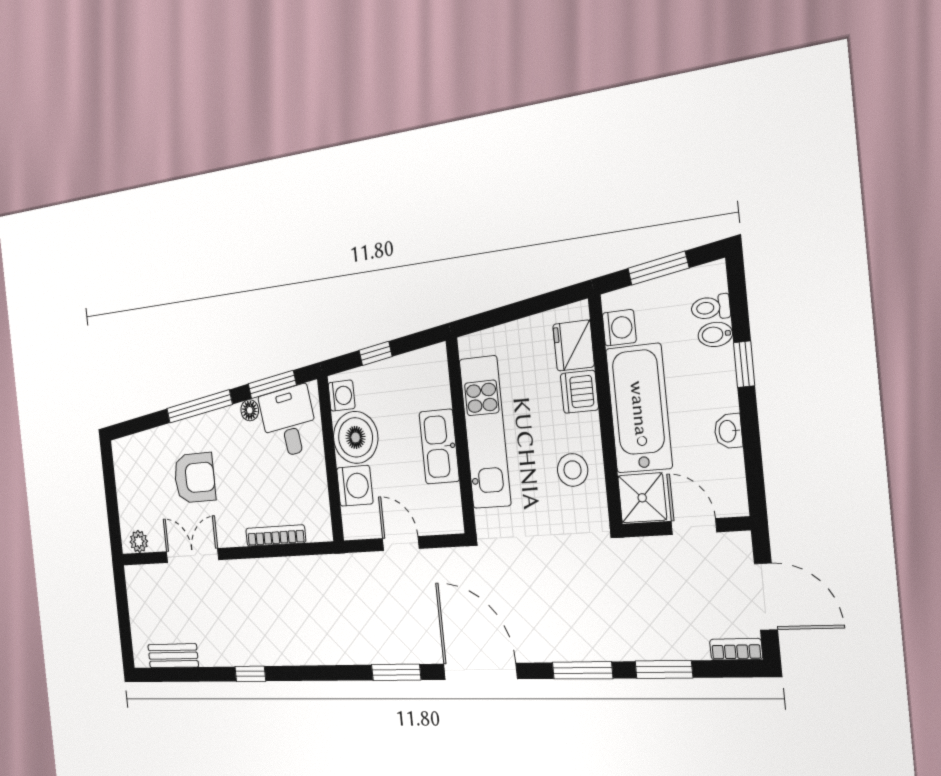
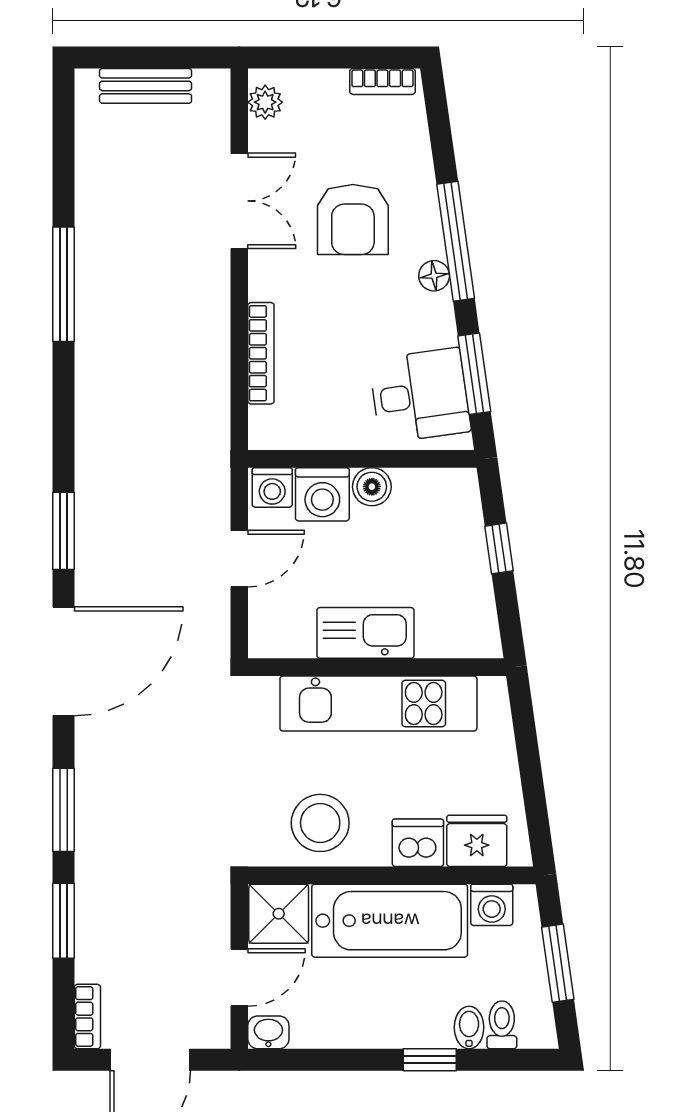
washing machine: (342, 396) -> (272, 487), moved
floor lamp: (250, 410) -> (434, 276), moved
washbasin: (728, 431) -> (268, 1032), moved
boiler: (356, 437) -> (372, 487), width x0.54, depth x0.54
bookcase: (120, 465) -> (382, 81), added
stool: (573, 470) -> (320, 823), width x1.38, depth x1.38
bench: (173, 656) -> (146, 86), moved, turned 90
window: (250, 674) -> (64, 284), width x2.17

